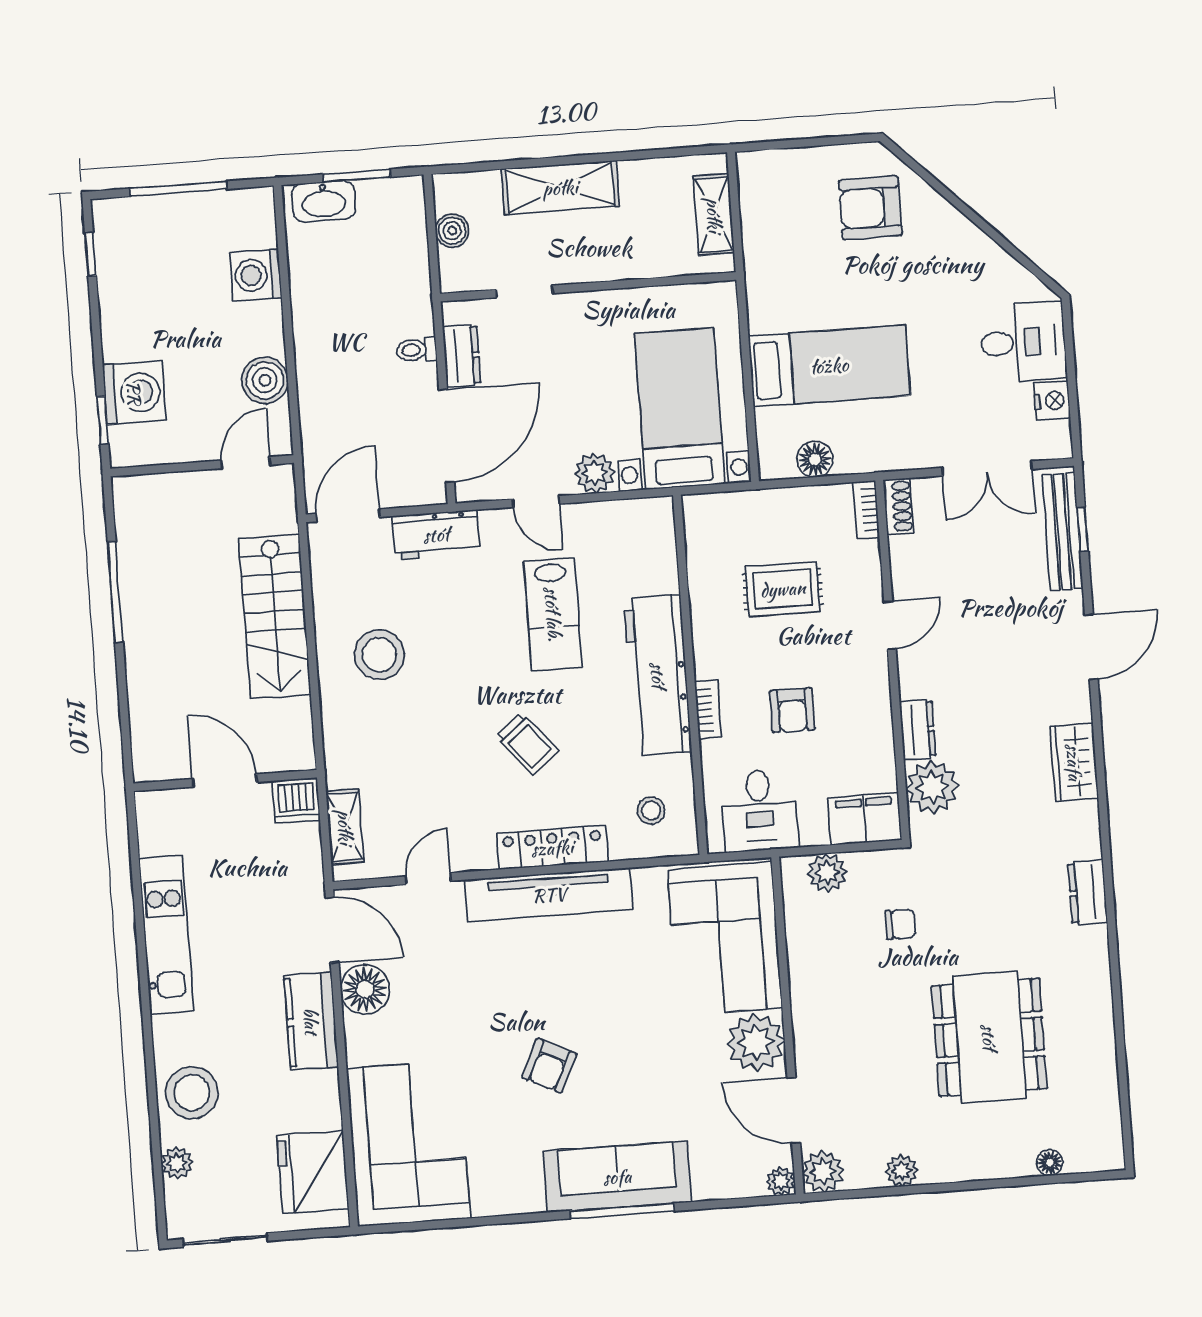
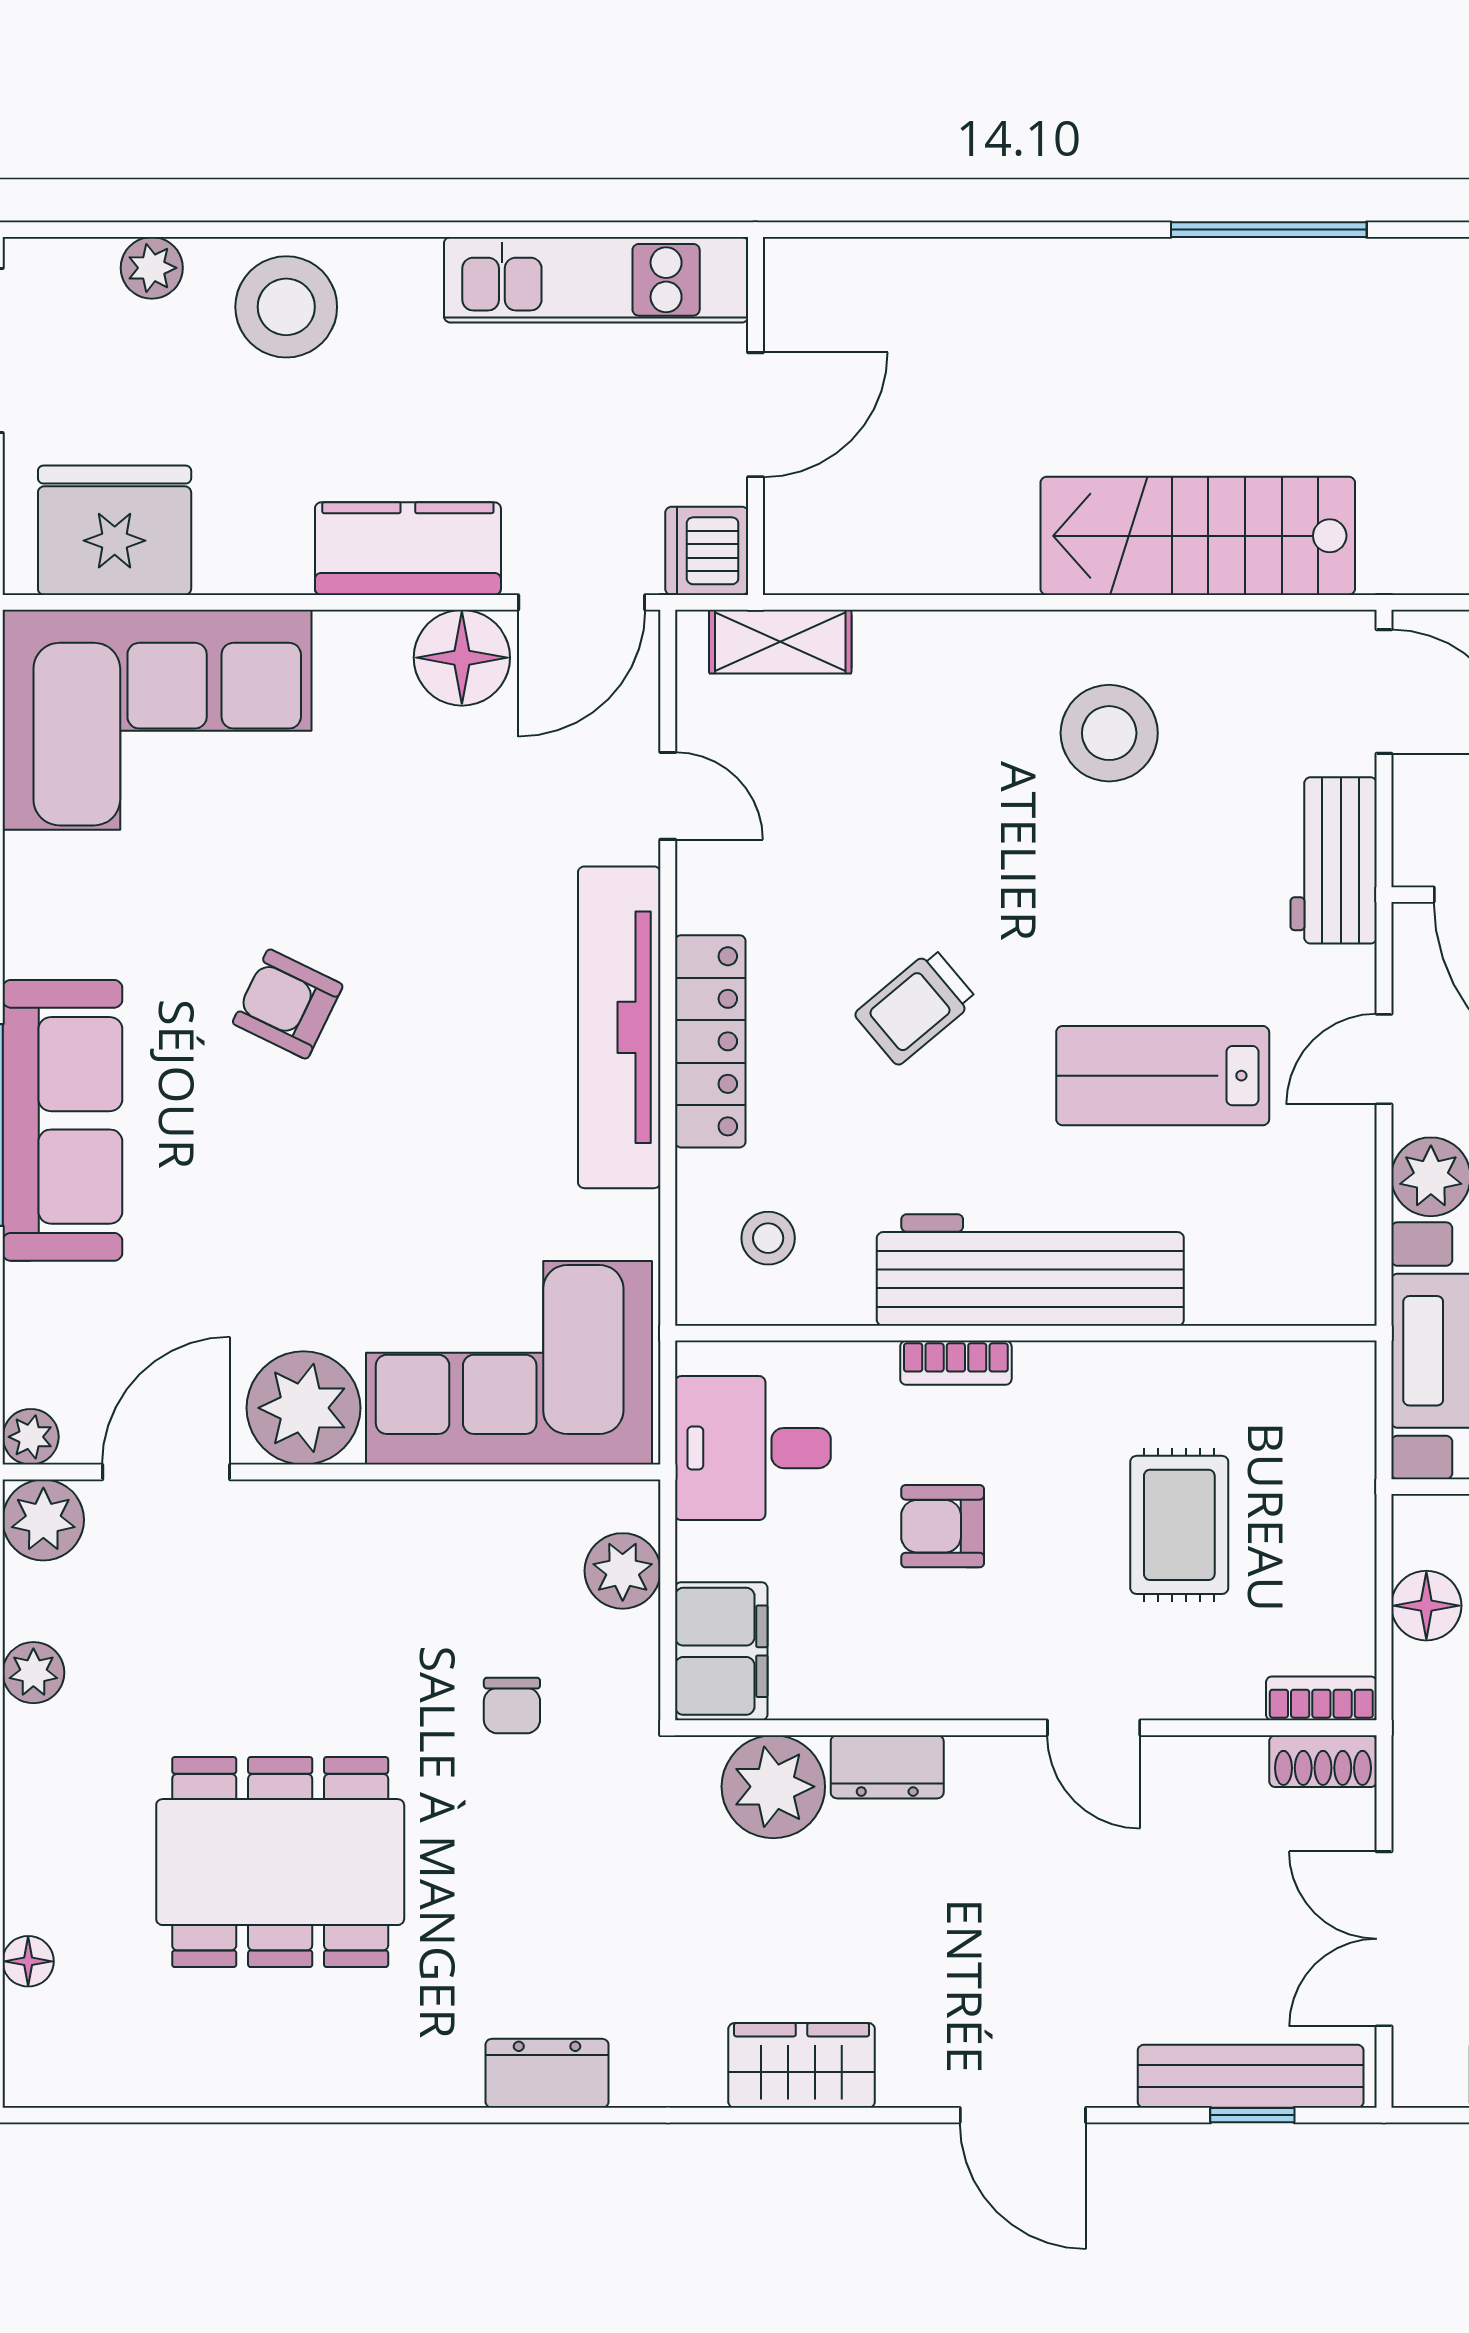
door: (224, 781) -> (755, 415), moved
wall: (225, 781) -> (755, 416), moved
dishwasher: (296, 800) -> (707, 551), moved

